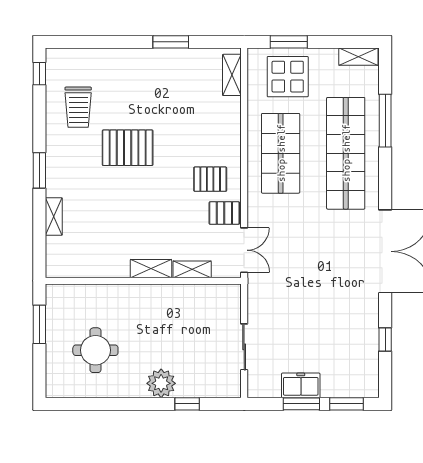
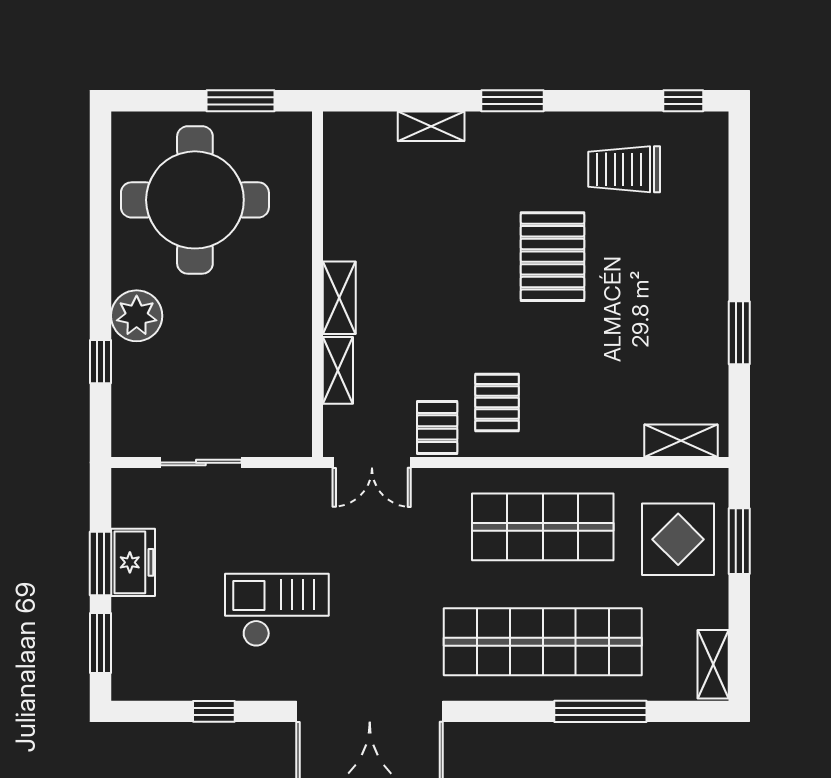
checkout: (328, 304) -> (277, 610), added
round table: (95, 350) -> (195, 200), width x1.86, depth x1.86

